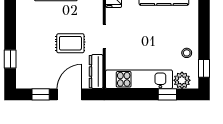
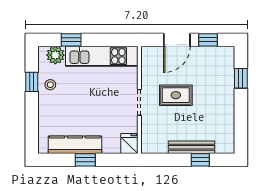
window: (204, 68) -> (32, 82), moved
dresser: (96, 72) -> (148, 65), removed

